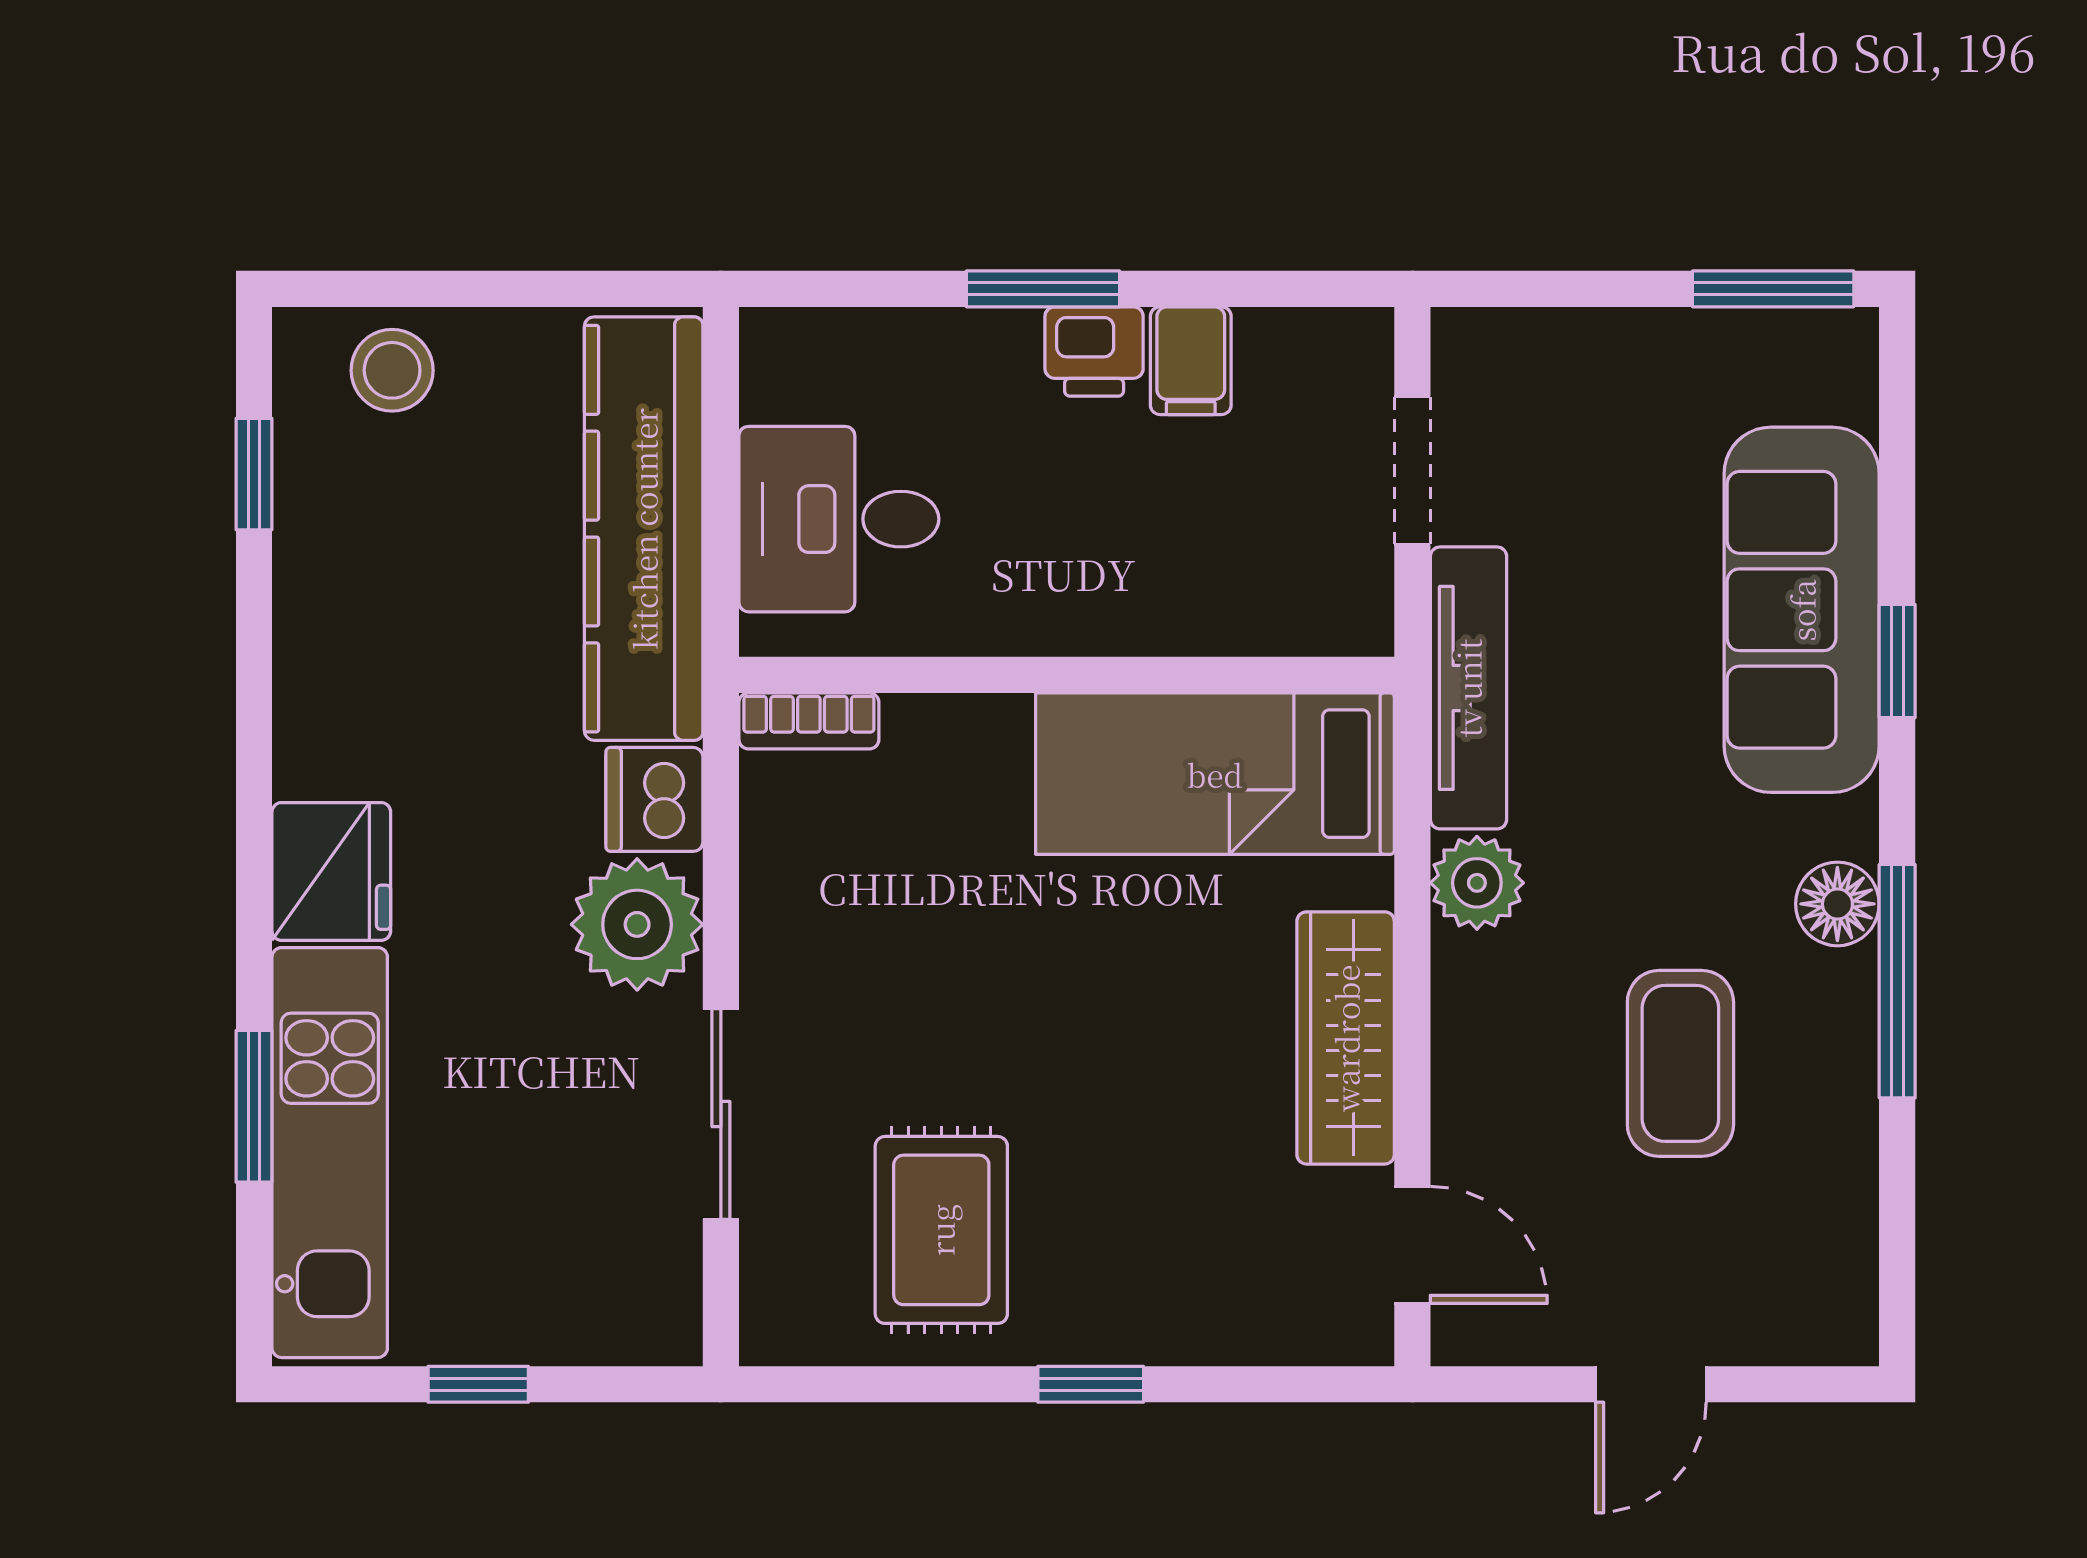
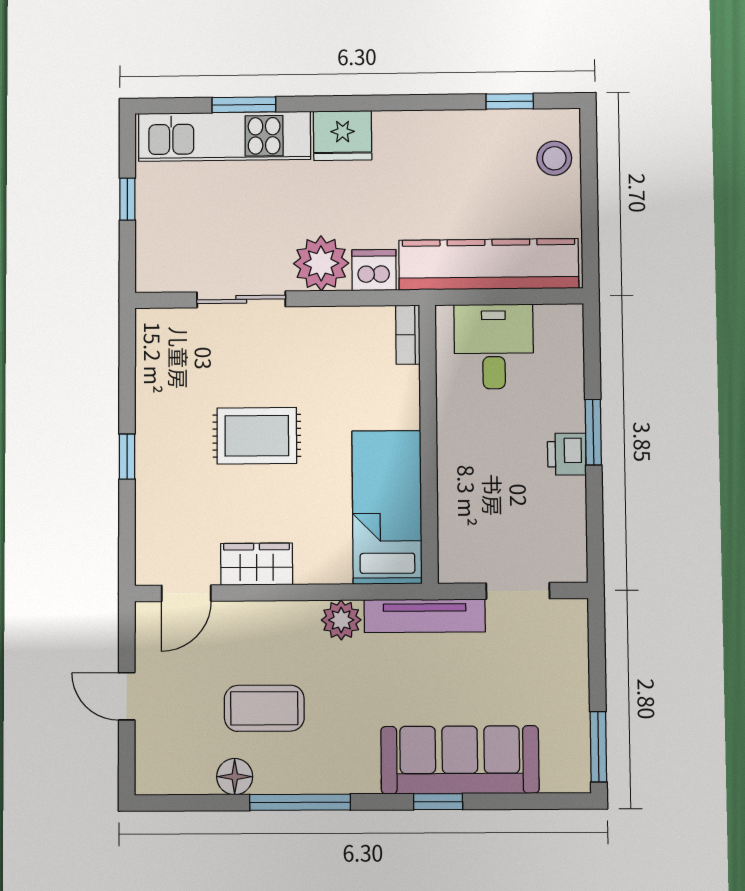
filing cabinet: (1191, 361) -> (563, 495), removed
floor lamp: (1837, 904) -> (235, 777), moved
wardrobe: (1346, 1038) -> (257, 564), width x0.67
rug: (941, 1230) -> (257, 436), moved

